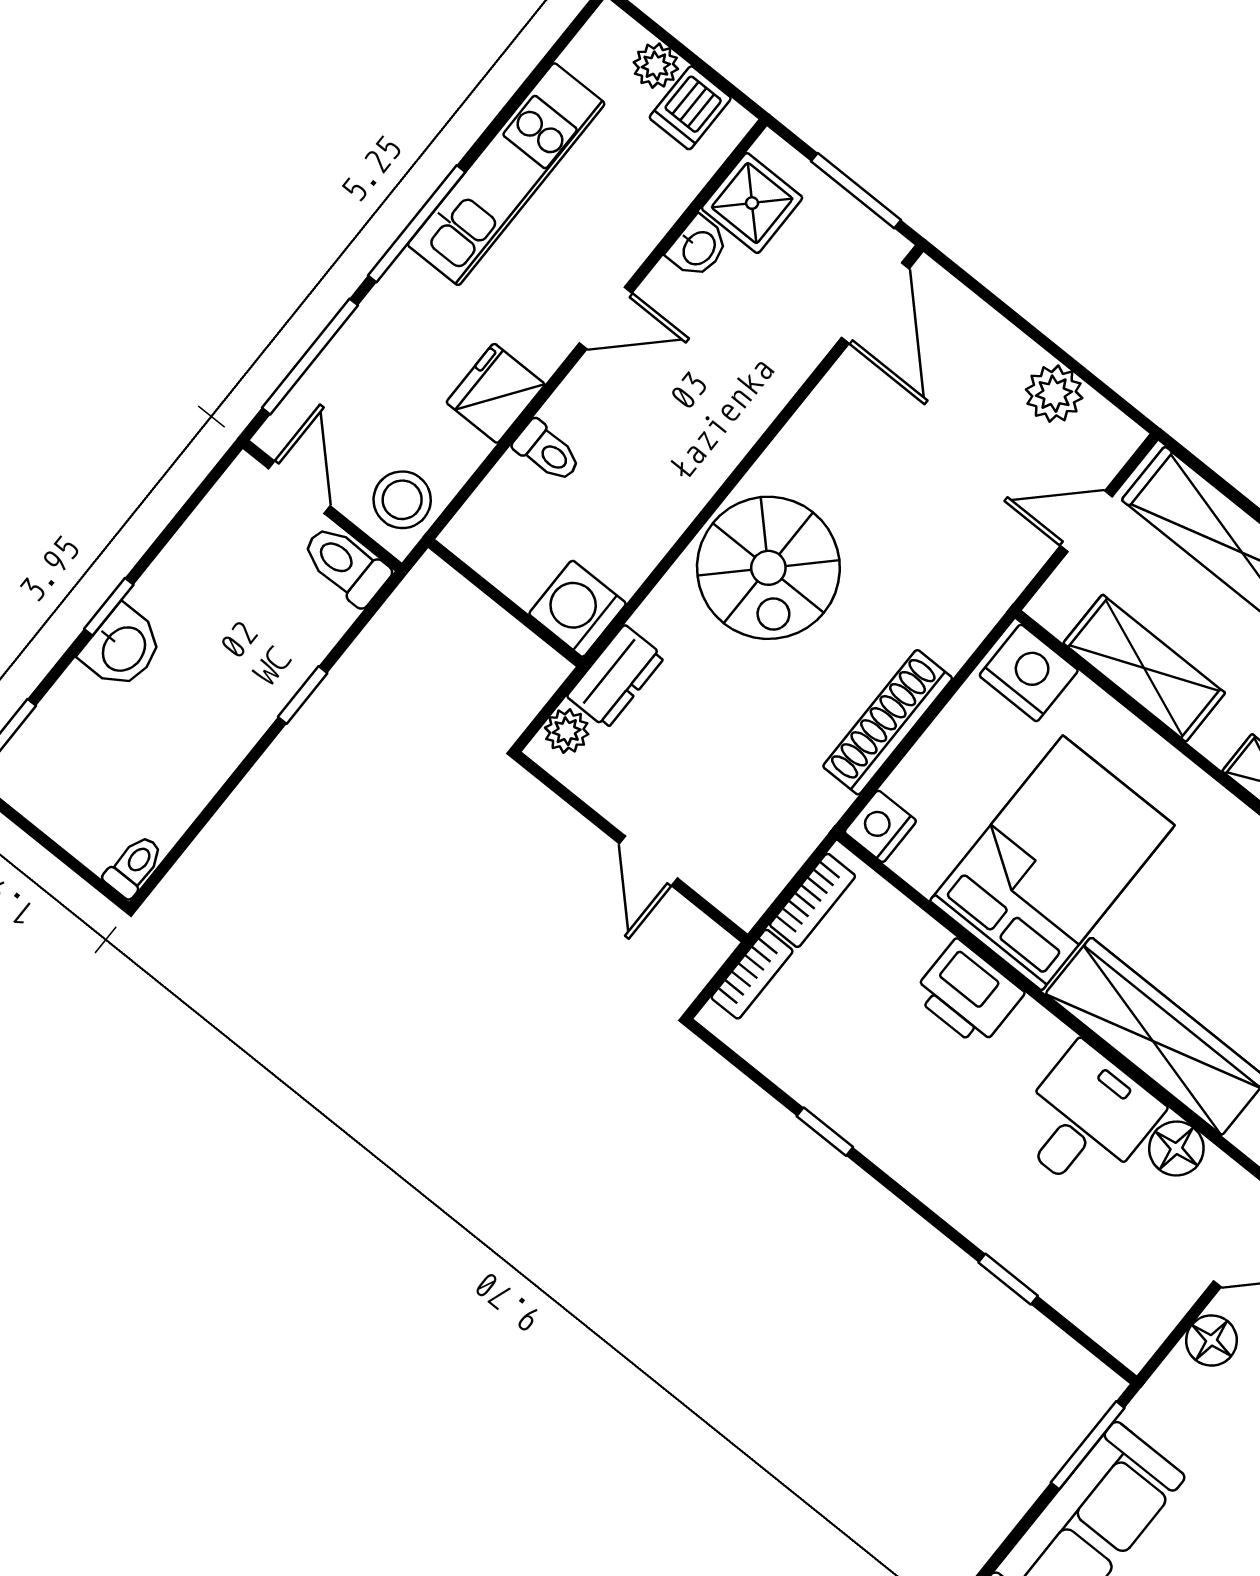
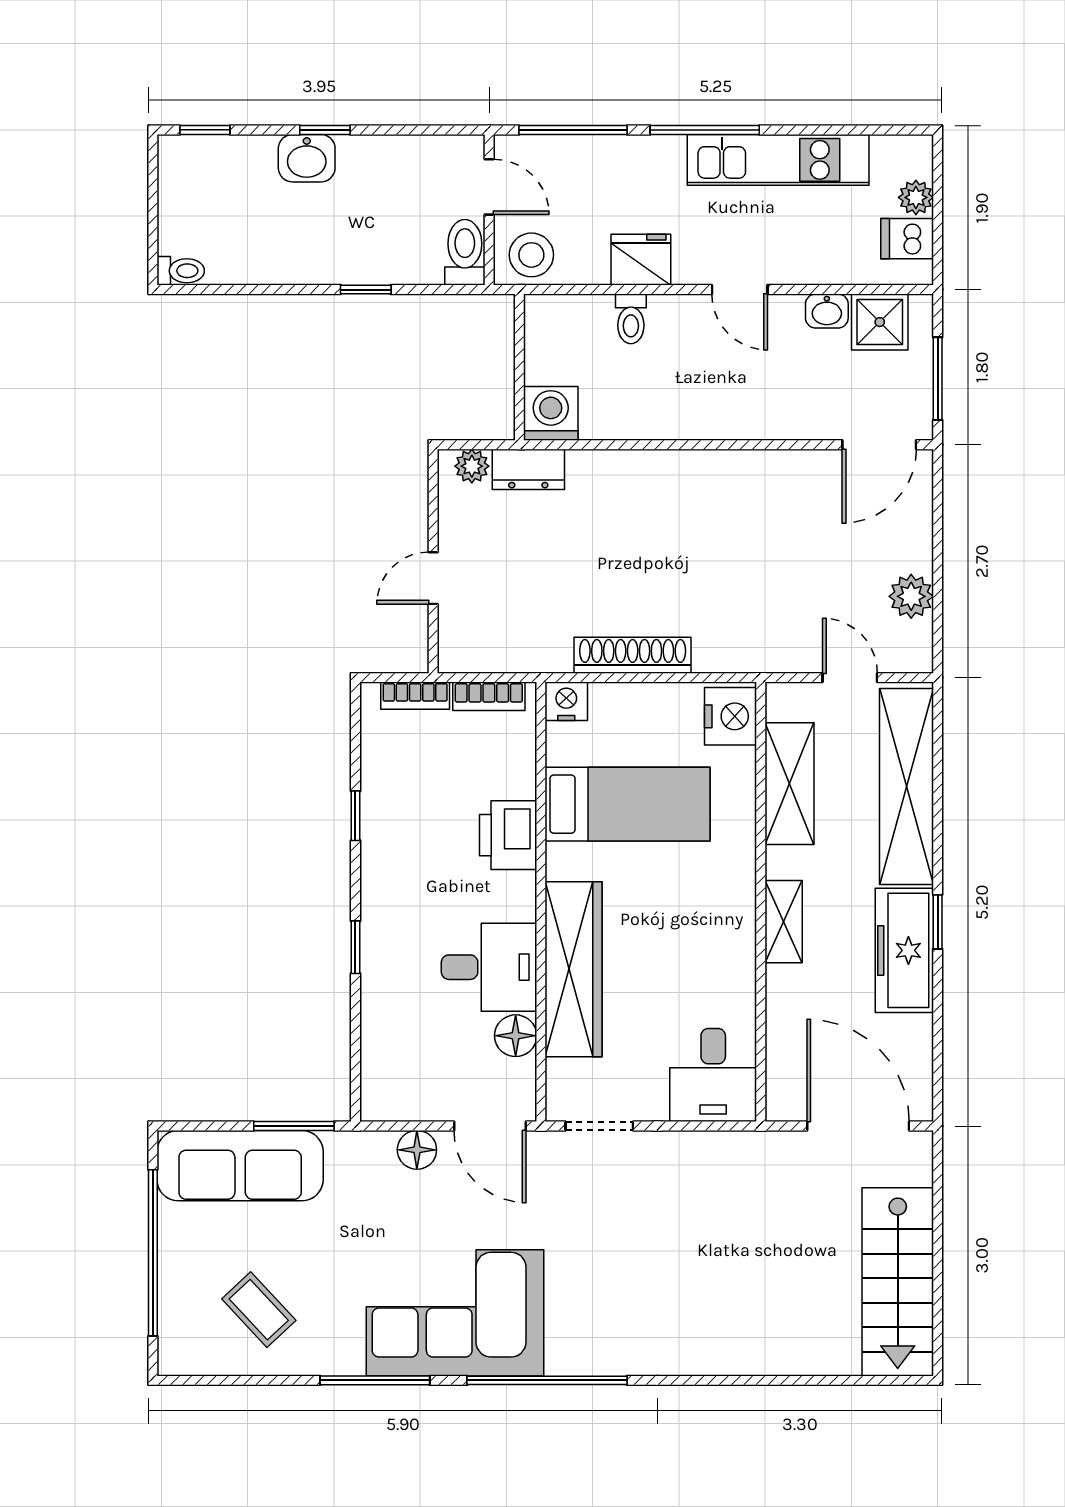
door: (299, 487) -> (489, 187), hinge flipped
spiral stairs: (768, 568) -> (668, 509), removed
bed: (1052, 863) -> (628, 804), width x0.67
window: (1008, 1279) -> (355, 947), moved

